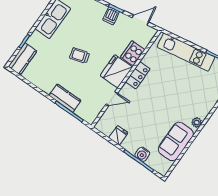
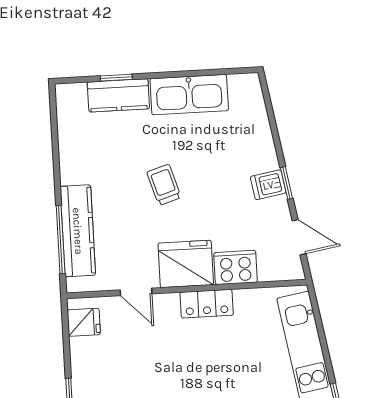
kitchen counter: (22, 59) -> (118, 95), moved
kitchen counter: (65, 98) -> (78, 231), width x1.50
fridge: (118, 135) -> (84, 322), moved

